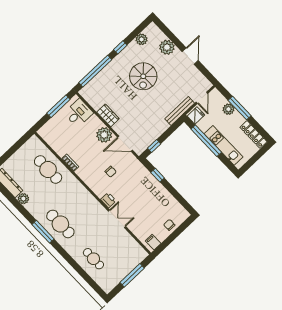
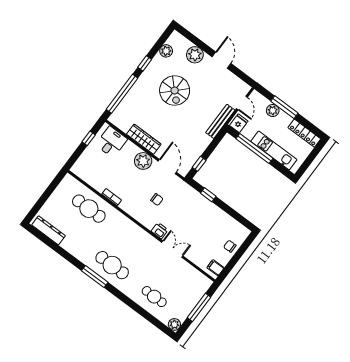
window: (58, 106) -> (89, 138), width x0.46
wardrobe: (108, 115) -> (144, 139), width x1.50
door: (125, 144) -> (167, 167), swing flipped
plant: (23, 199) -> (174, 324), moved

